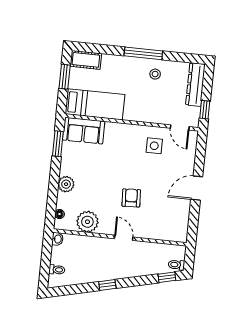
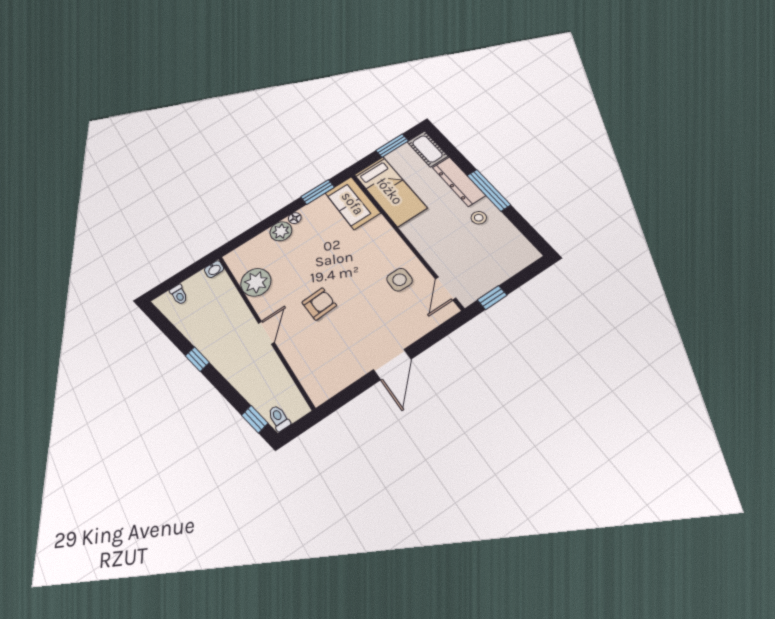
dresser: (195, 85) -> (459, 181), moved, turned -90
door: (197, 188) -> (392, 364), swing flipped
floor lamp: (60, 214) -> (295, 218), moved

